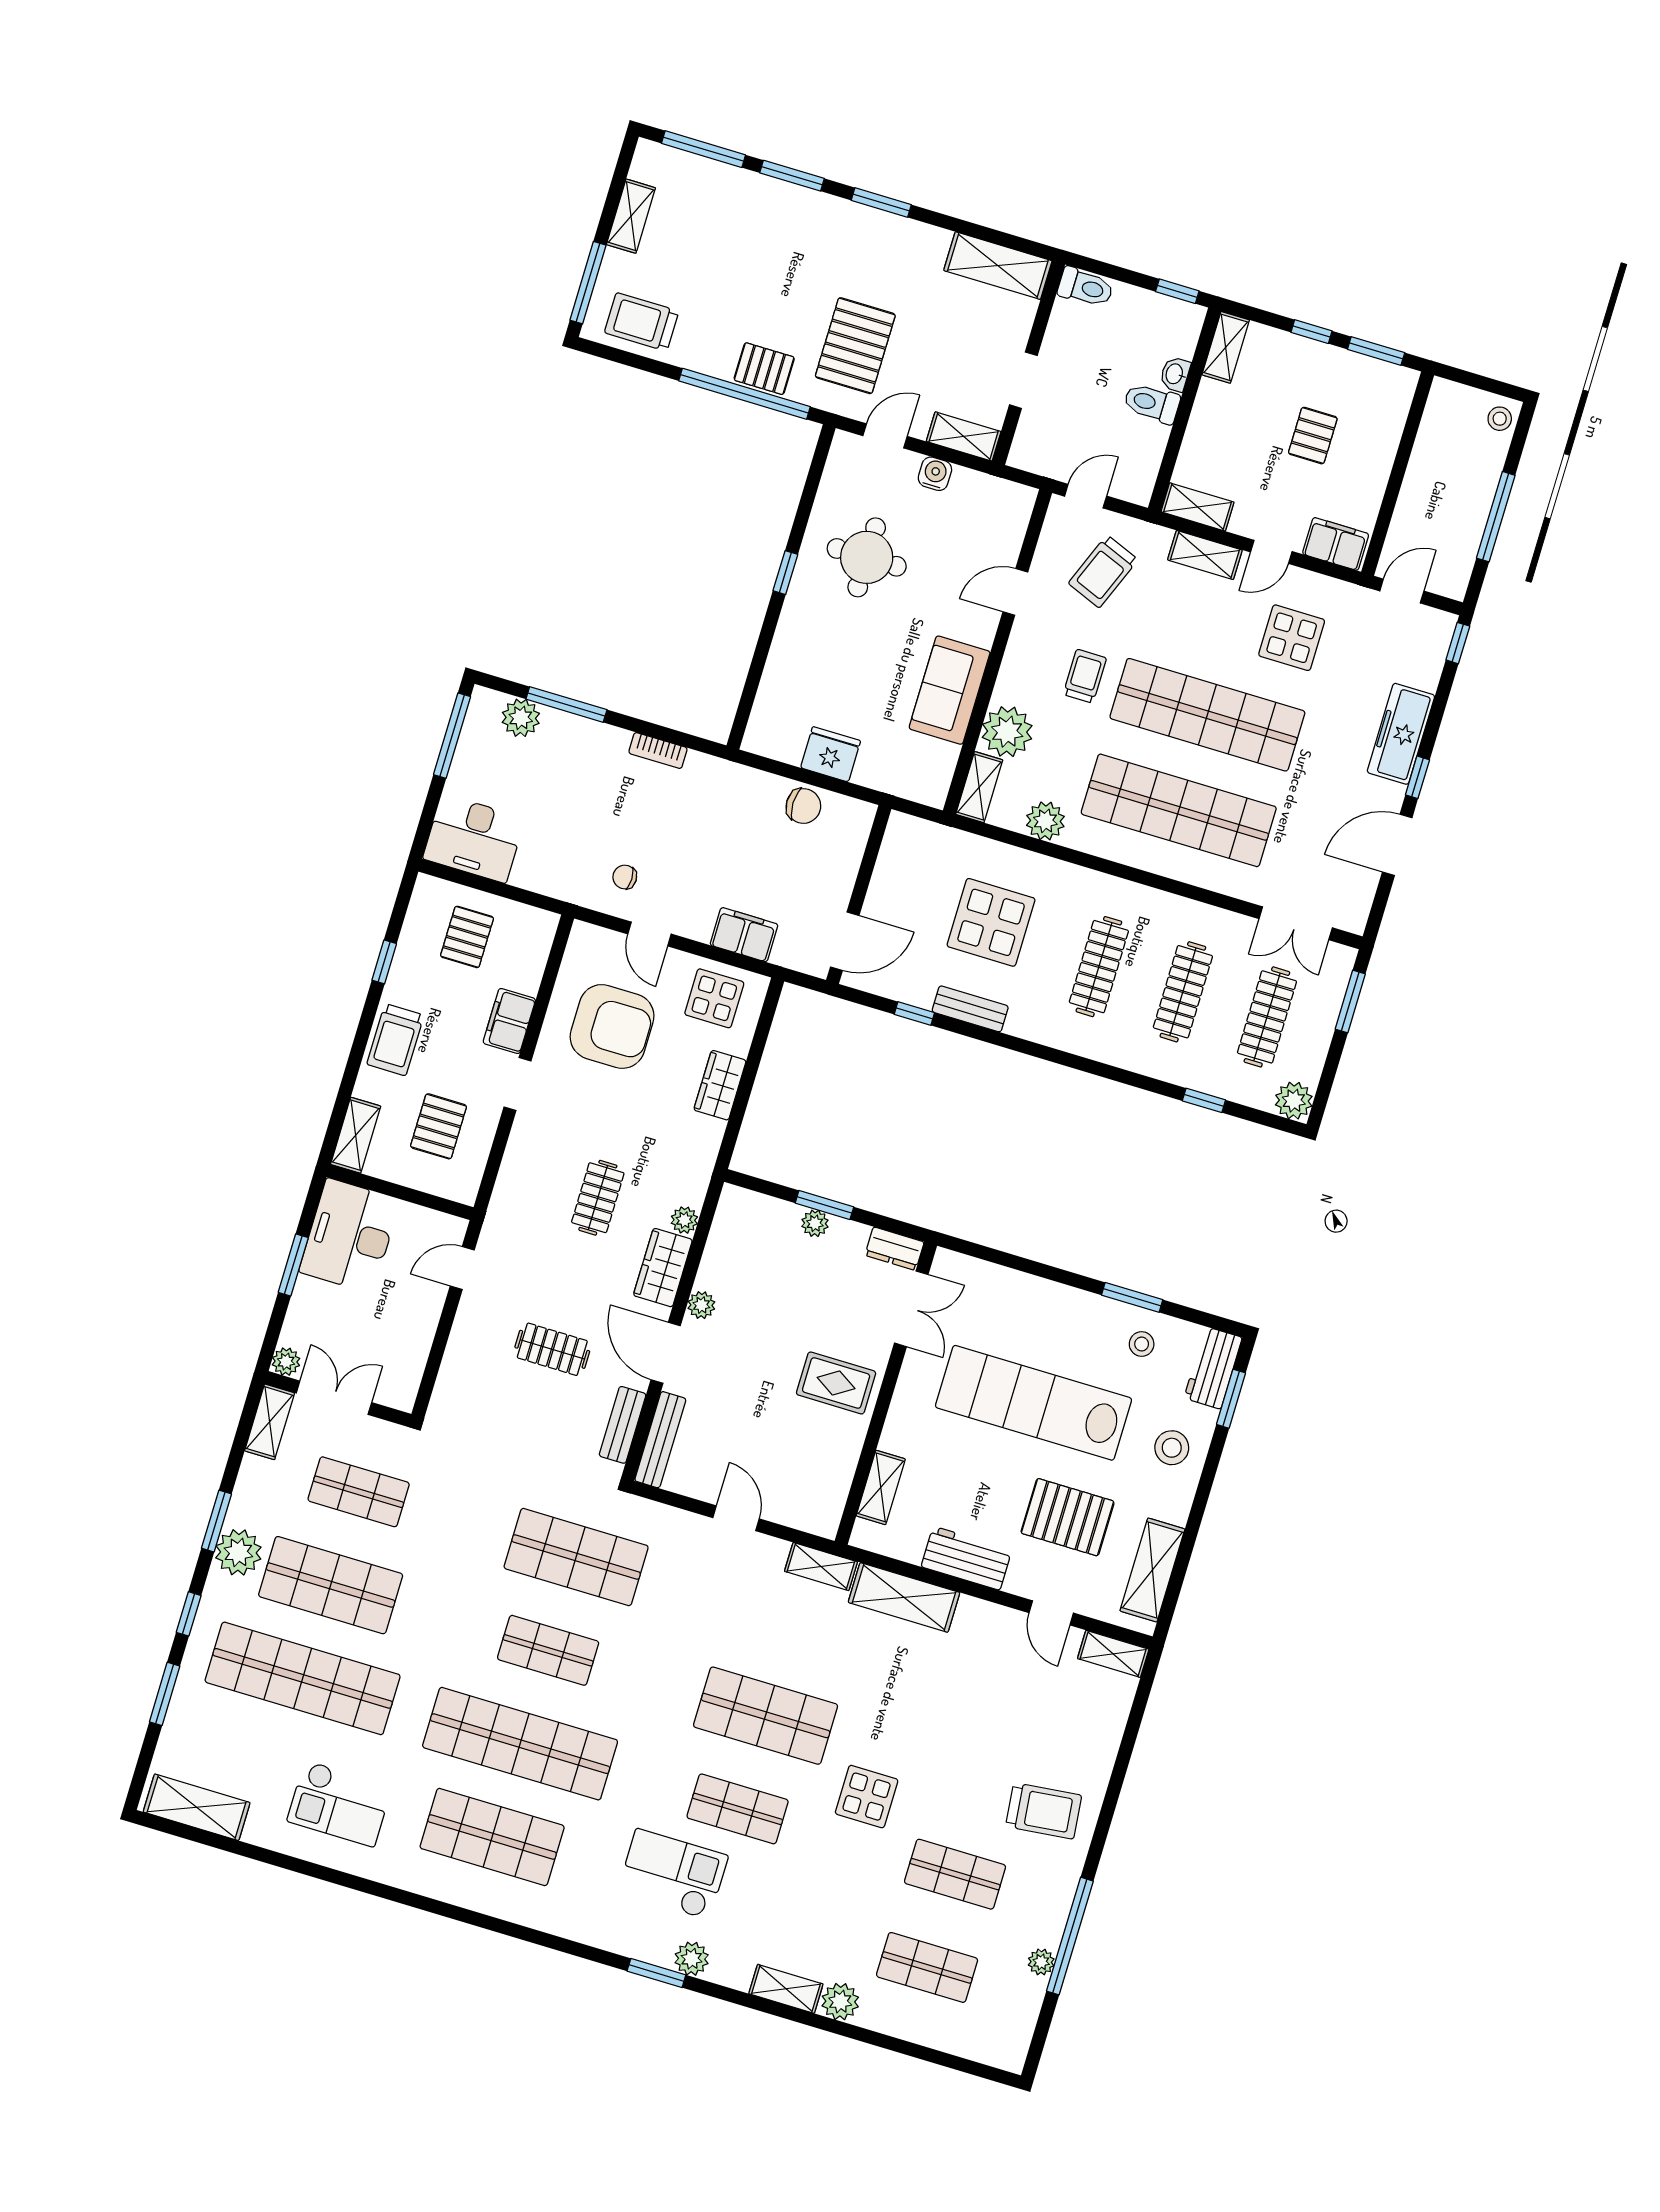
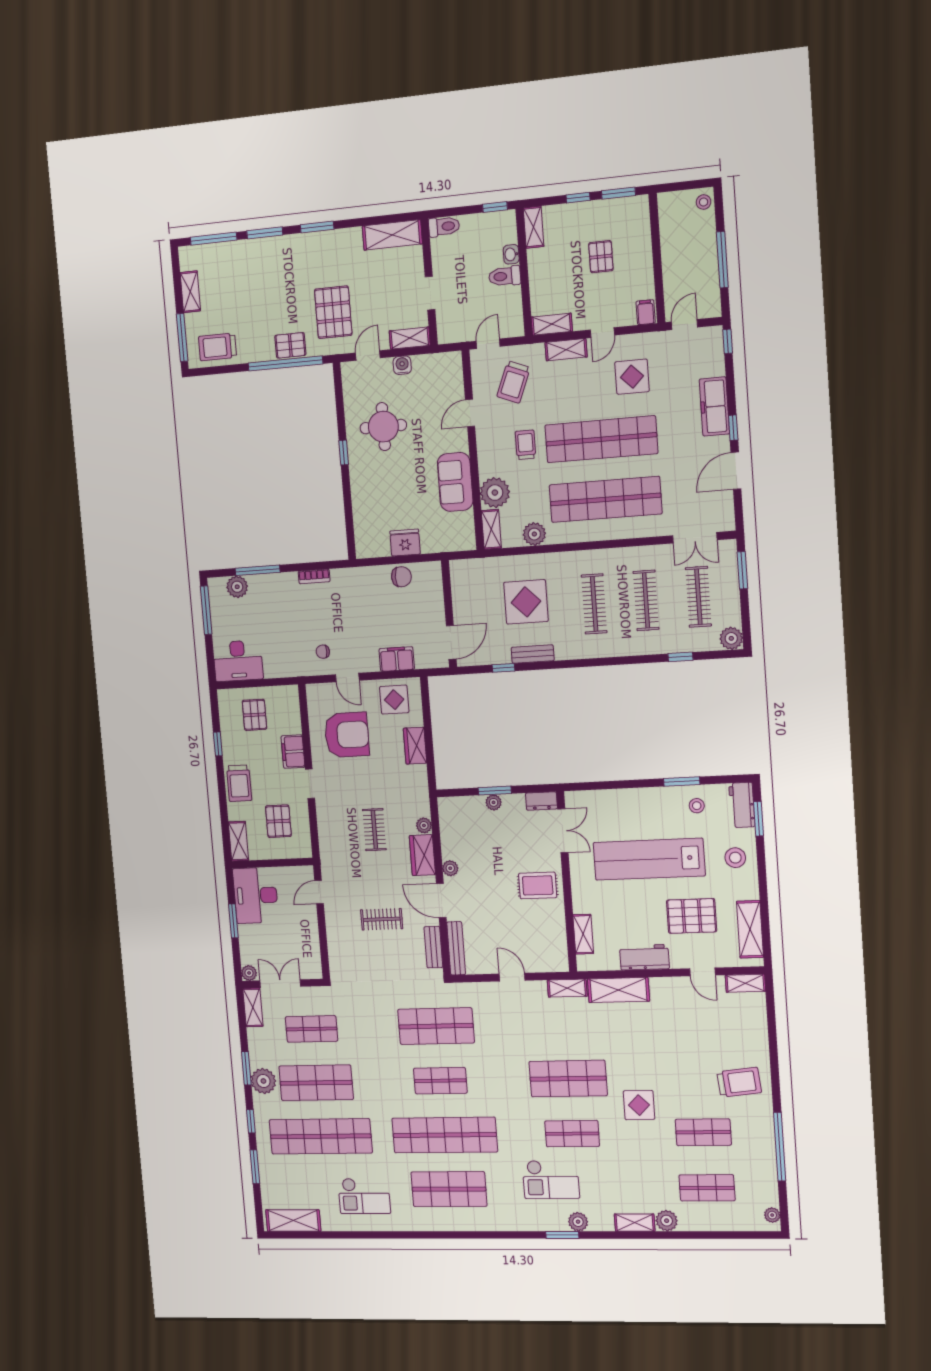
filing cabinet: (1336, 544) -> (646, 312), width x0.50
checkout: (673, 1874) -> (551, 1179), turned 180
plant: (1041, 1962) -> (772, 1215), moved

